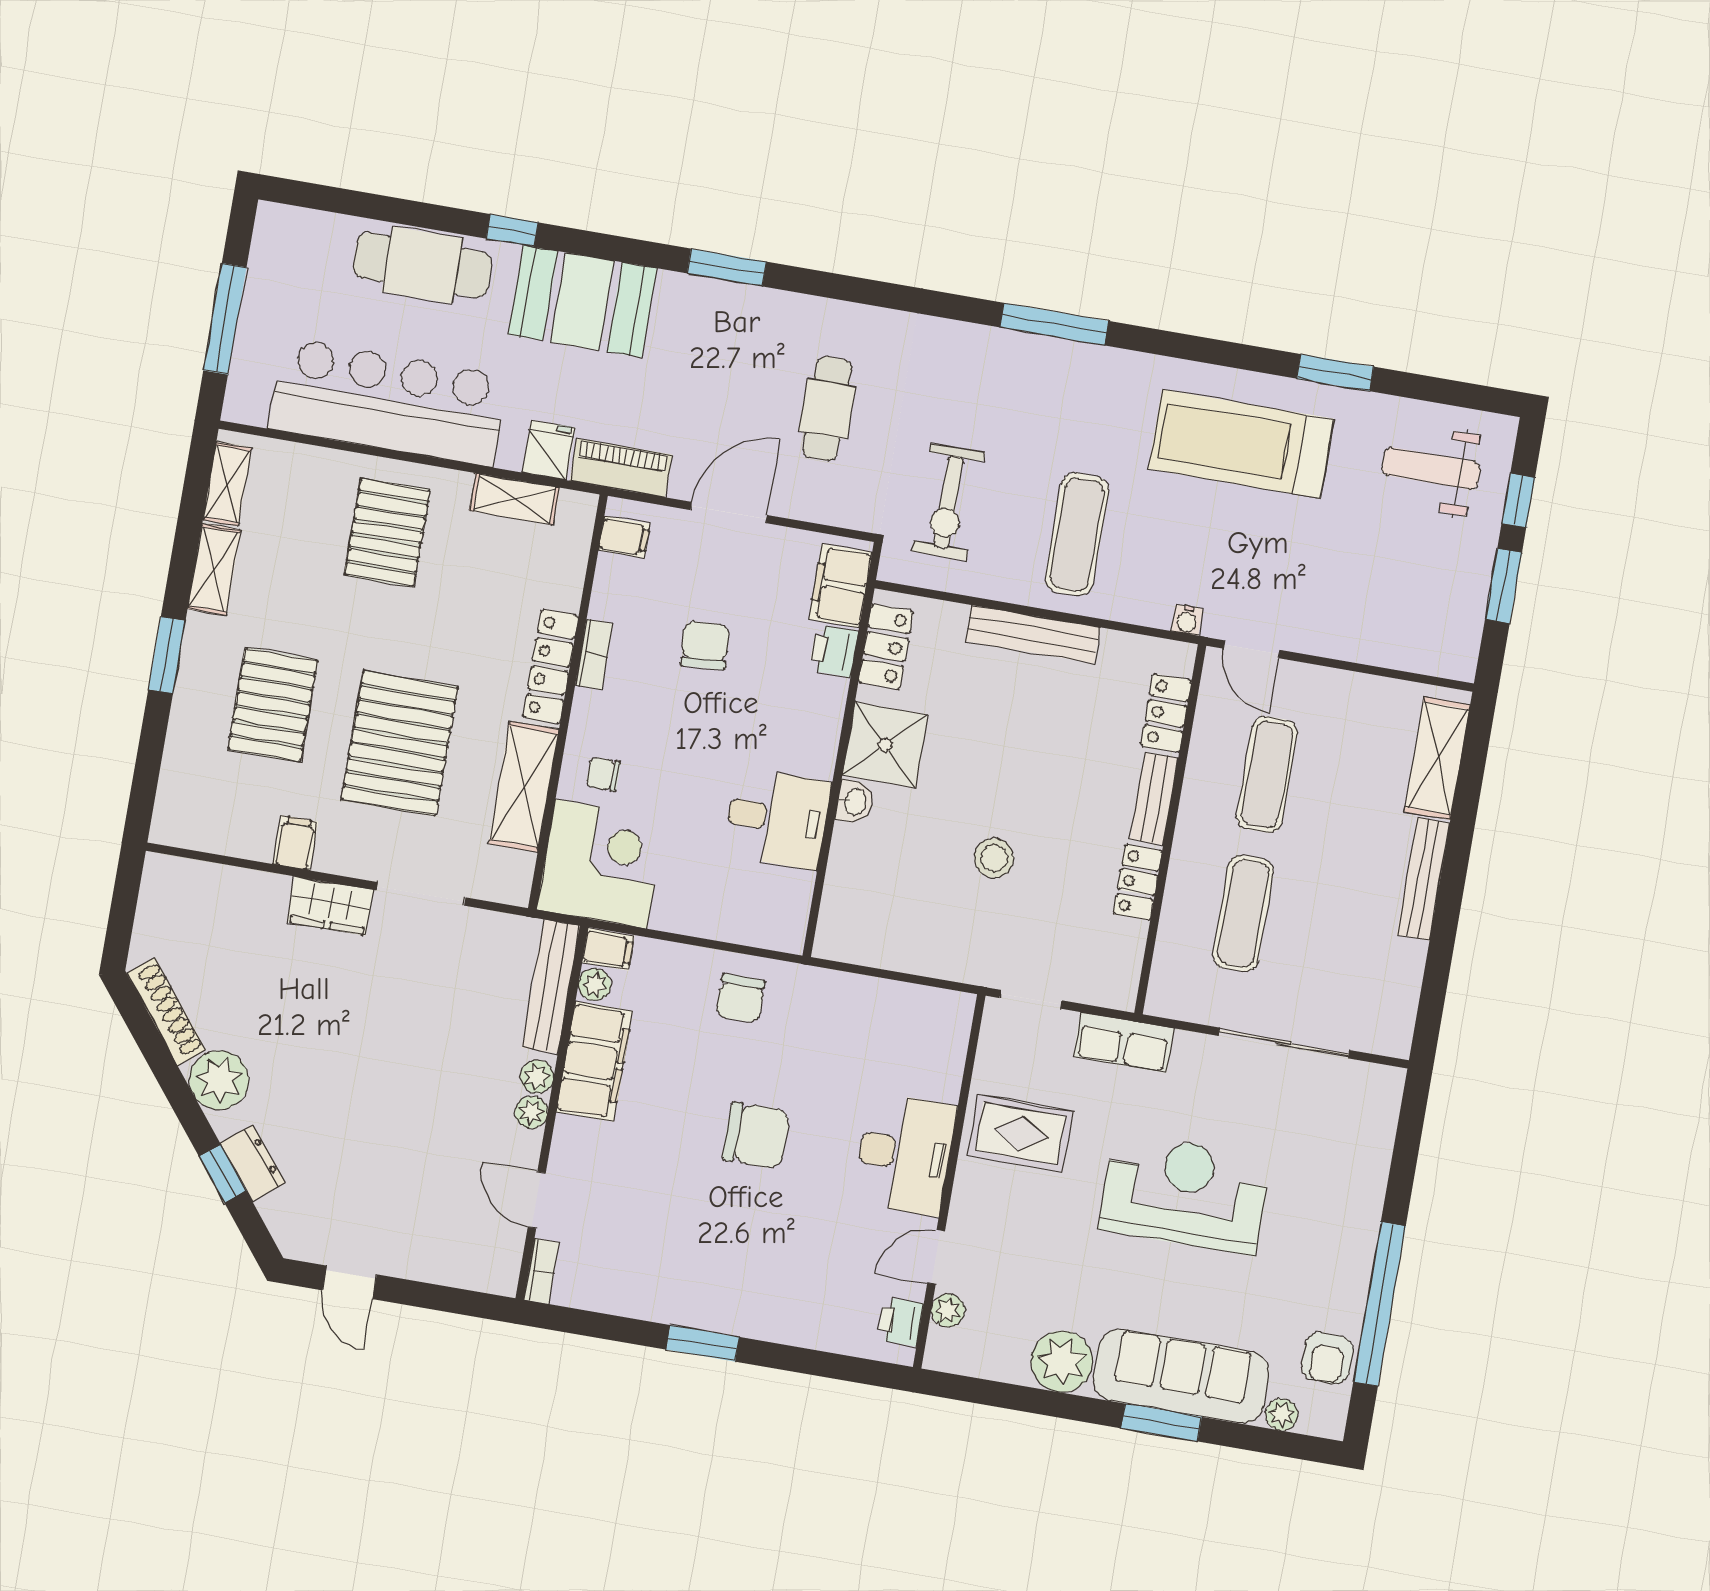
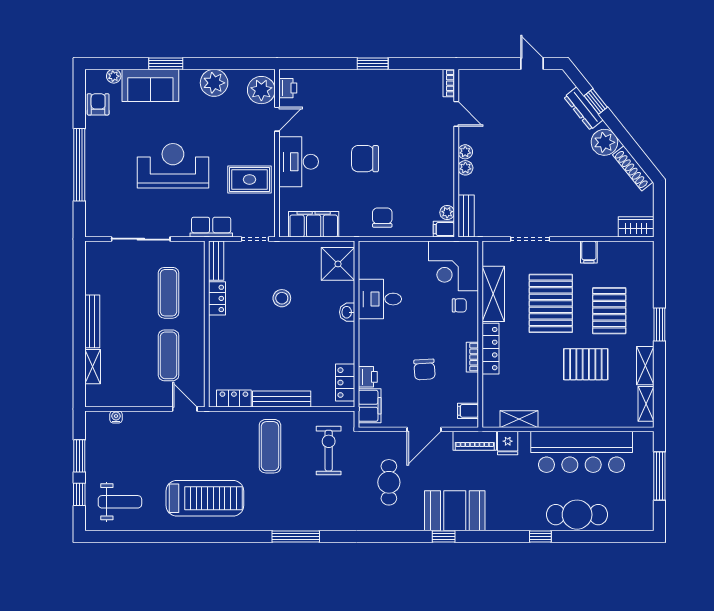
window: (727, 268) -> (444, 537), width x0.67
booth: (582, 301) -> (455, 511), moved
window: (1335, 373) -> (169, 537), removed
pallet: (387, 532) -> (586, 364), moved, turned 90
water cooler: (1187, 620) -> (116, 417), moved
locker: (1166, 713) -> (234, 399), moved, turned -90
shower: (885, 745) -> (338, 264), moved
shelving: (1437, 758) -> (93, 367), width x0.67, depth x0.75
bench: (1154, 799) -> (216, 261), moved
wardrobe: (330, 906) -> (636, 227), moved
bench: (551, 987) -> (466, 216), width x0.73
filing cabinet: (595, 1061) -> (314, 224), moved, turned 90
dresser: (252, 1163) -> (584, 109), width x1.44
reception desk: (1185, 1193) -> (173, 166), turned 180
window: (1379, 1304) -> (79, 165), moved
plant: (948, 1310) -> (261, 90), width x1.88, depth x1.88
sofa: (1181, 1376) -> (150, 85), width x0.73

